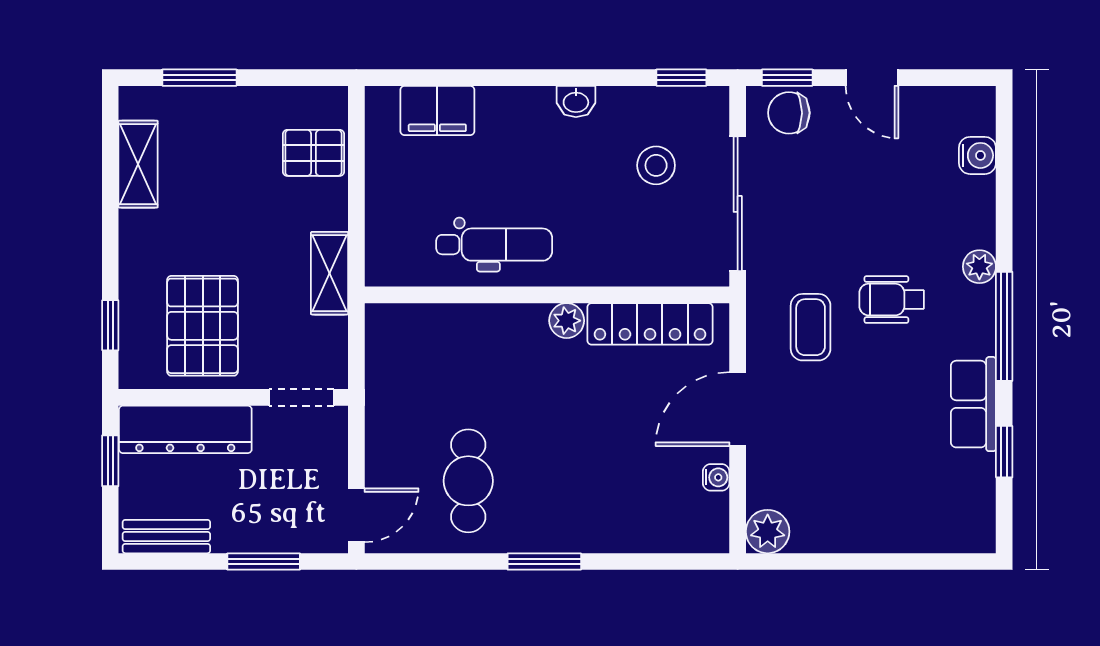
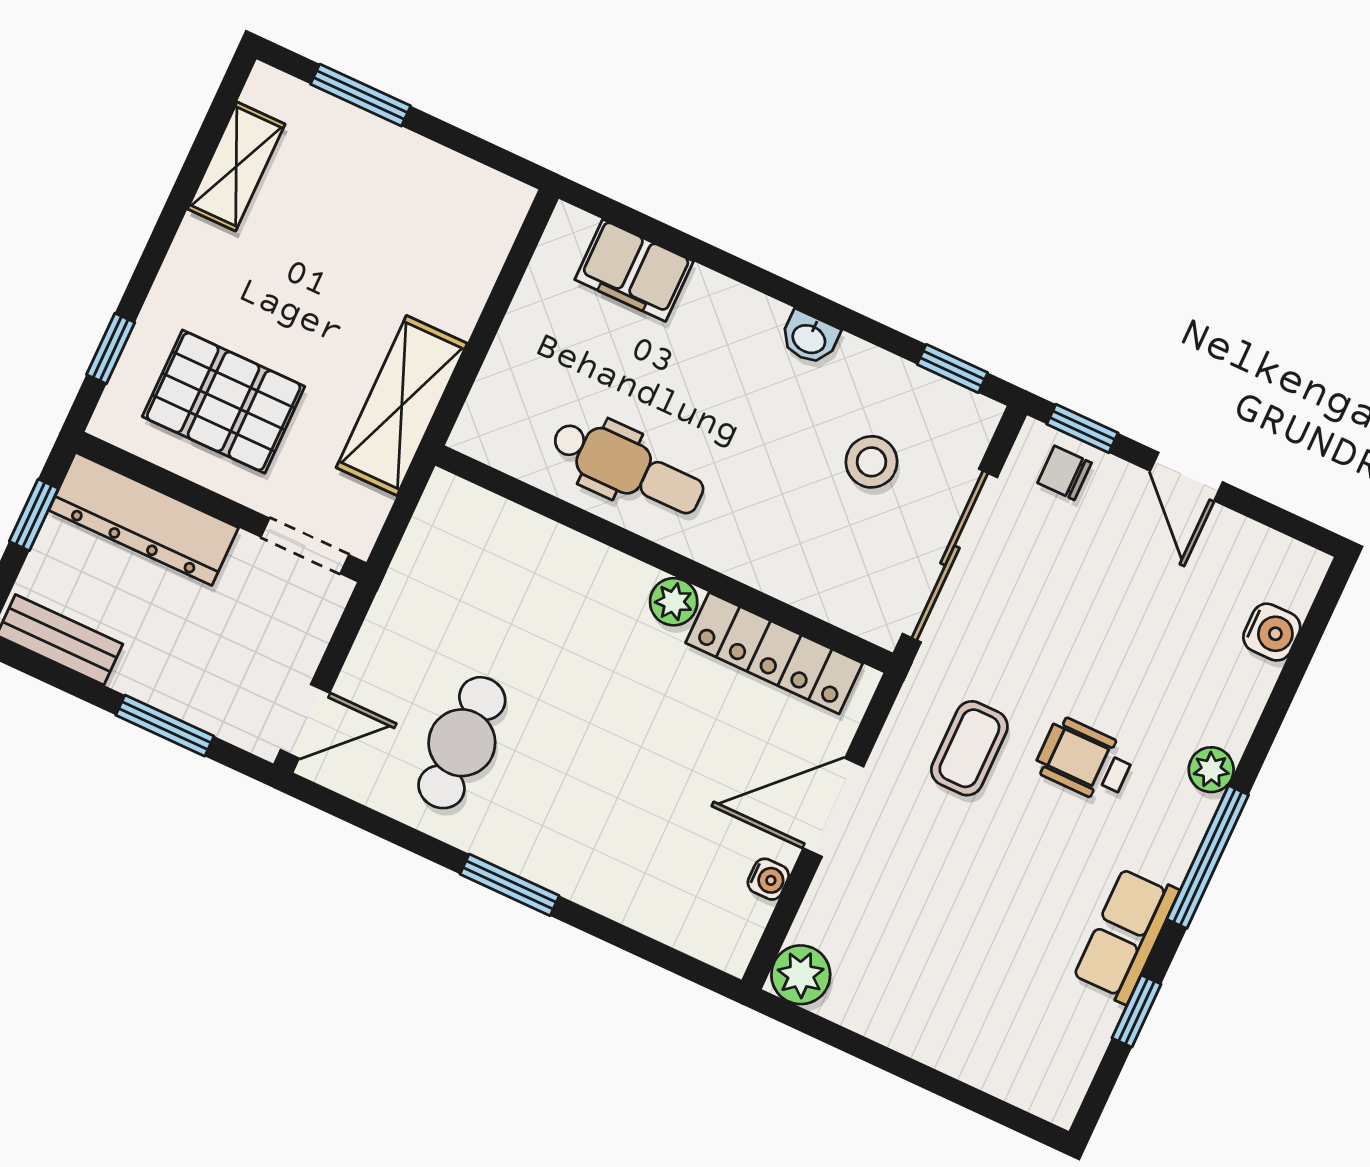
chair: (789, 113) -> (1064, 473), width x0.73, depth x0.73
pallet: (313, 153) -> (458, 252), removed
shelving: (330, 273) -> (402, 405), width x1.50, depth x1.33
pallet: (203, 326) -> (224, 402), turned 90

